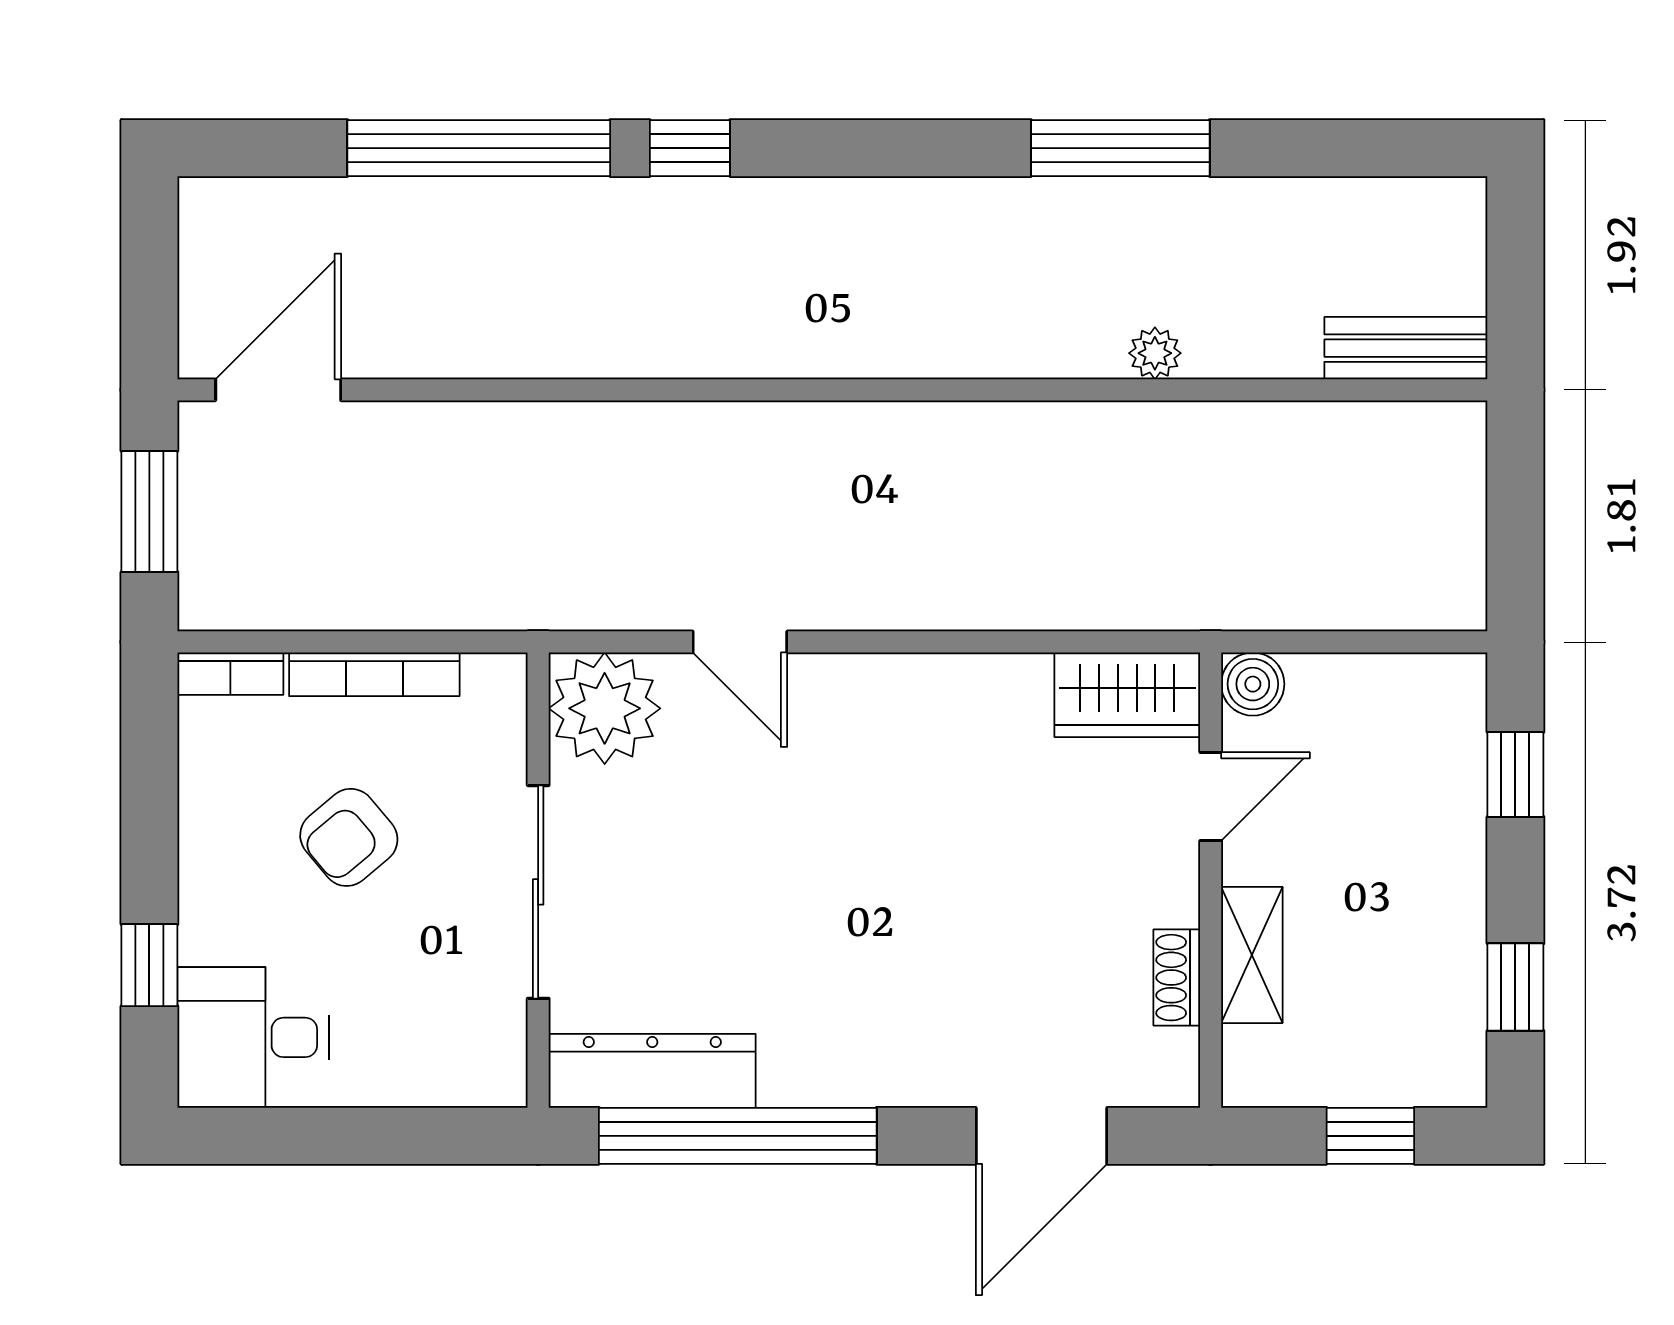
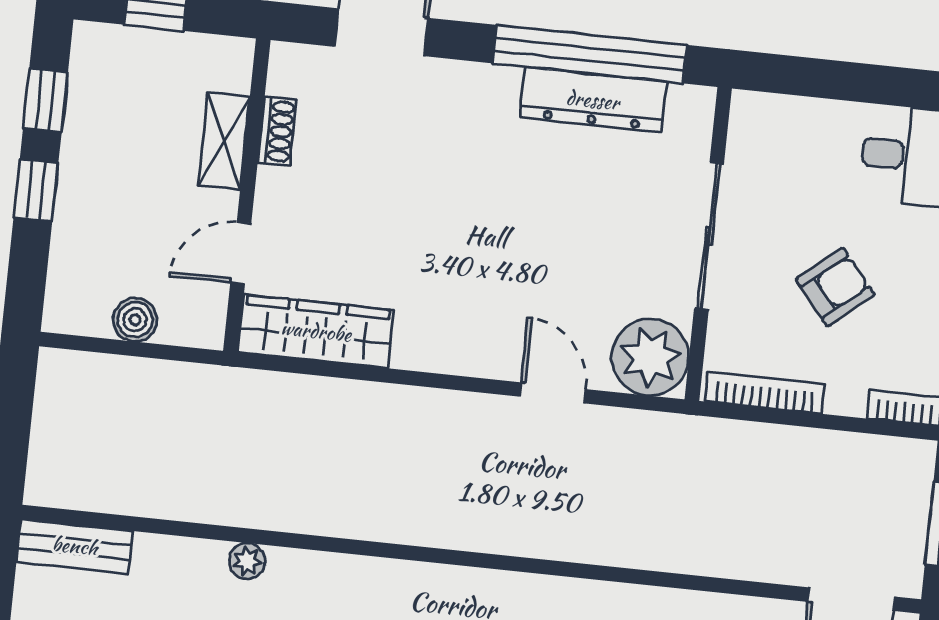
bookcase: (374, 674) -> (765, 393), moved
boiler: (1253, 684) -> (135, 320), moved
wardrobe: (1127, 695) -> (316, 331), width x1.50
window: (1515, 774) -> (36, 190), moved
dresser: (652, 1071) -> (593, 100), moved

